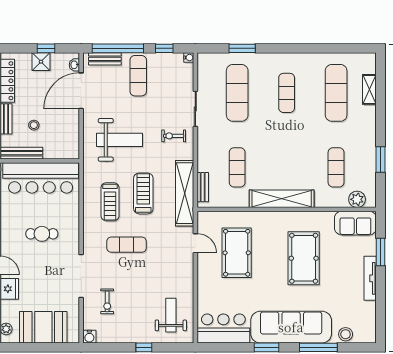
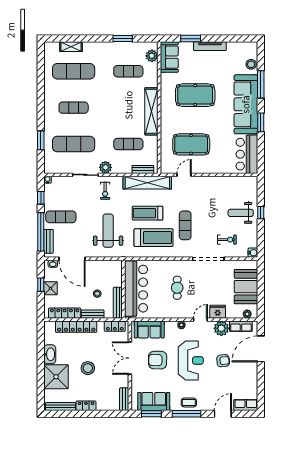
plant: (205, 136) -> (105, 167), added
treadmill: (110, 202) -> (154, 238), width x1.37, depth x1.38
weight bench: (171, 315) -> (241, 213), moved

